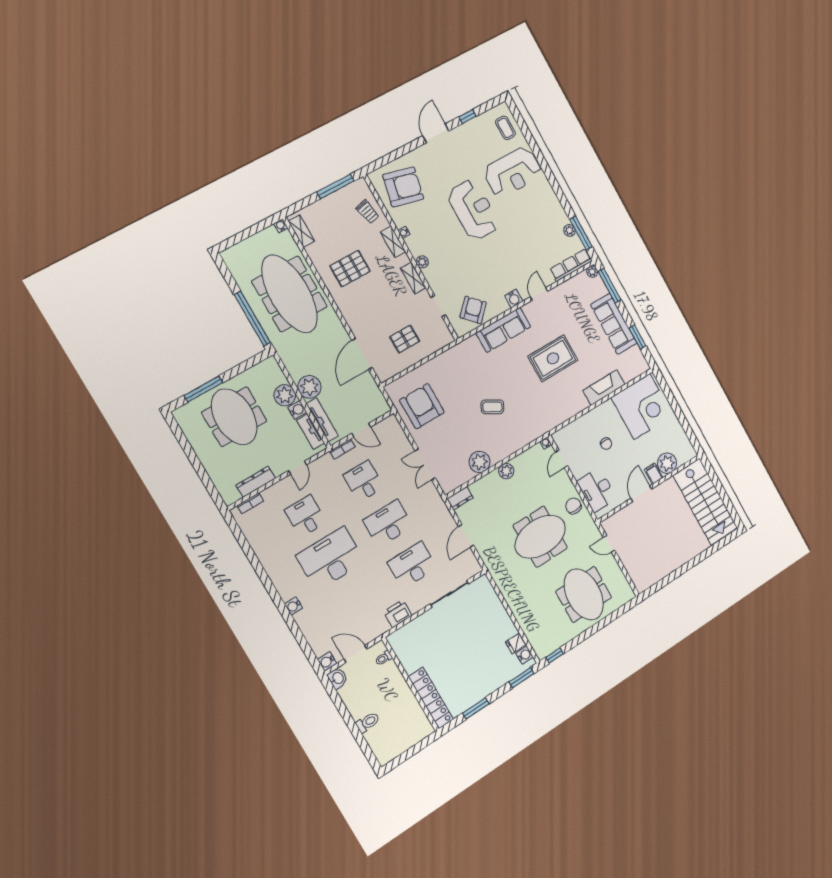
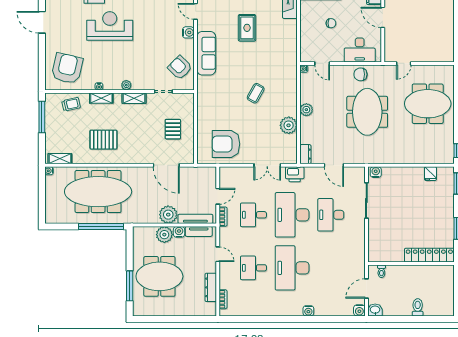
pallet: (350, 269) -> (103, 140), turned 90
rug: (553, 358) -> (247, 28), width x0.73, depth x0.70
desk: (388, 523) -> (292, 215), width x1.36, depth x1.30
printer: (398, 614) -> (295, 174), moved, turned -90
water cooler: (525, 655) -> (376, 172), moved

